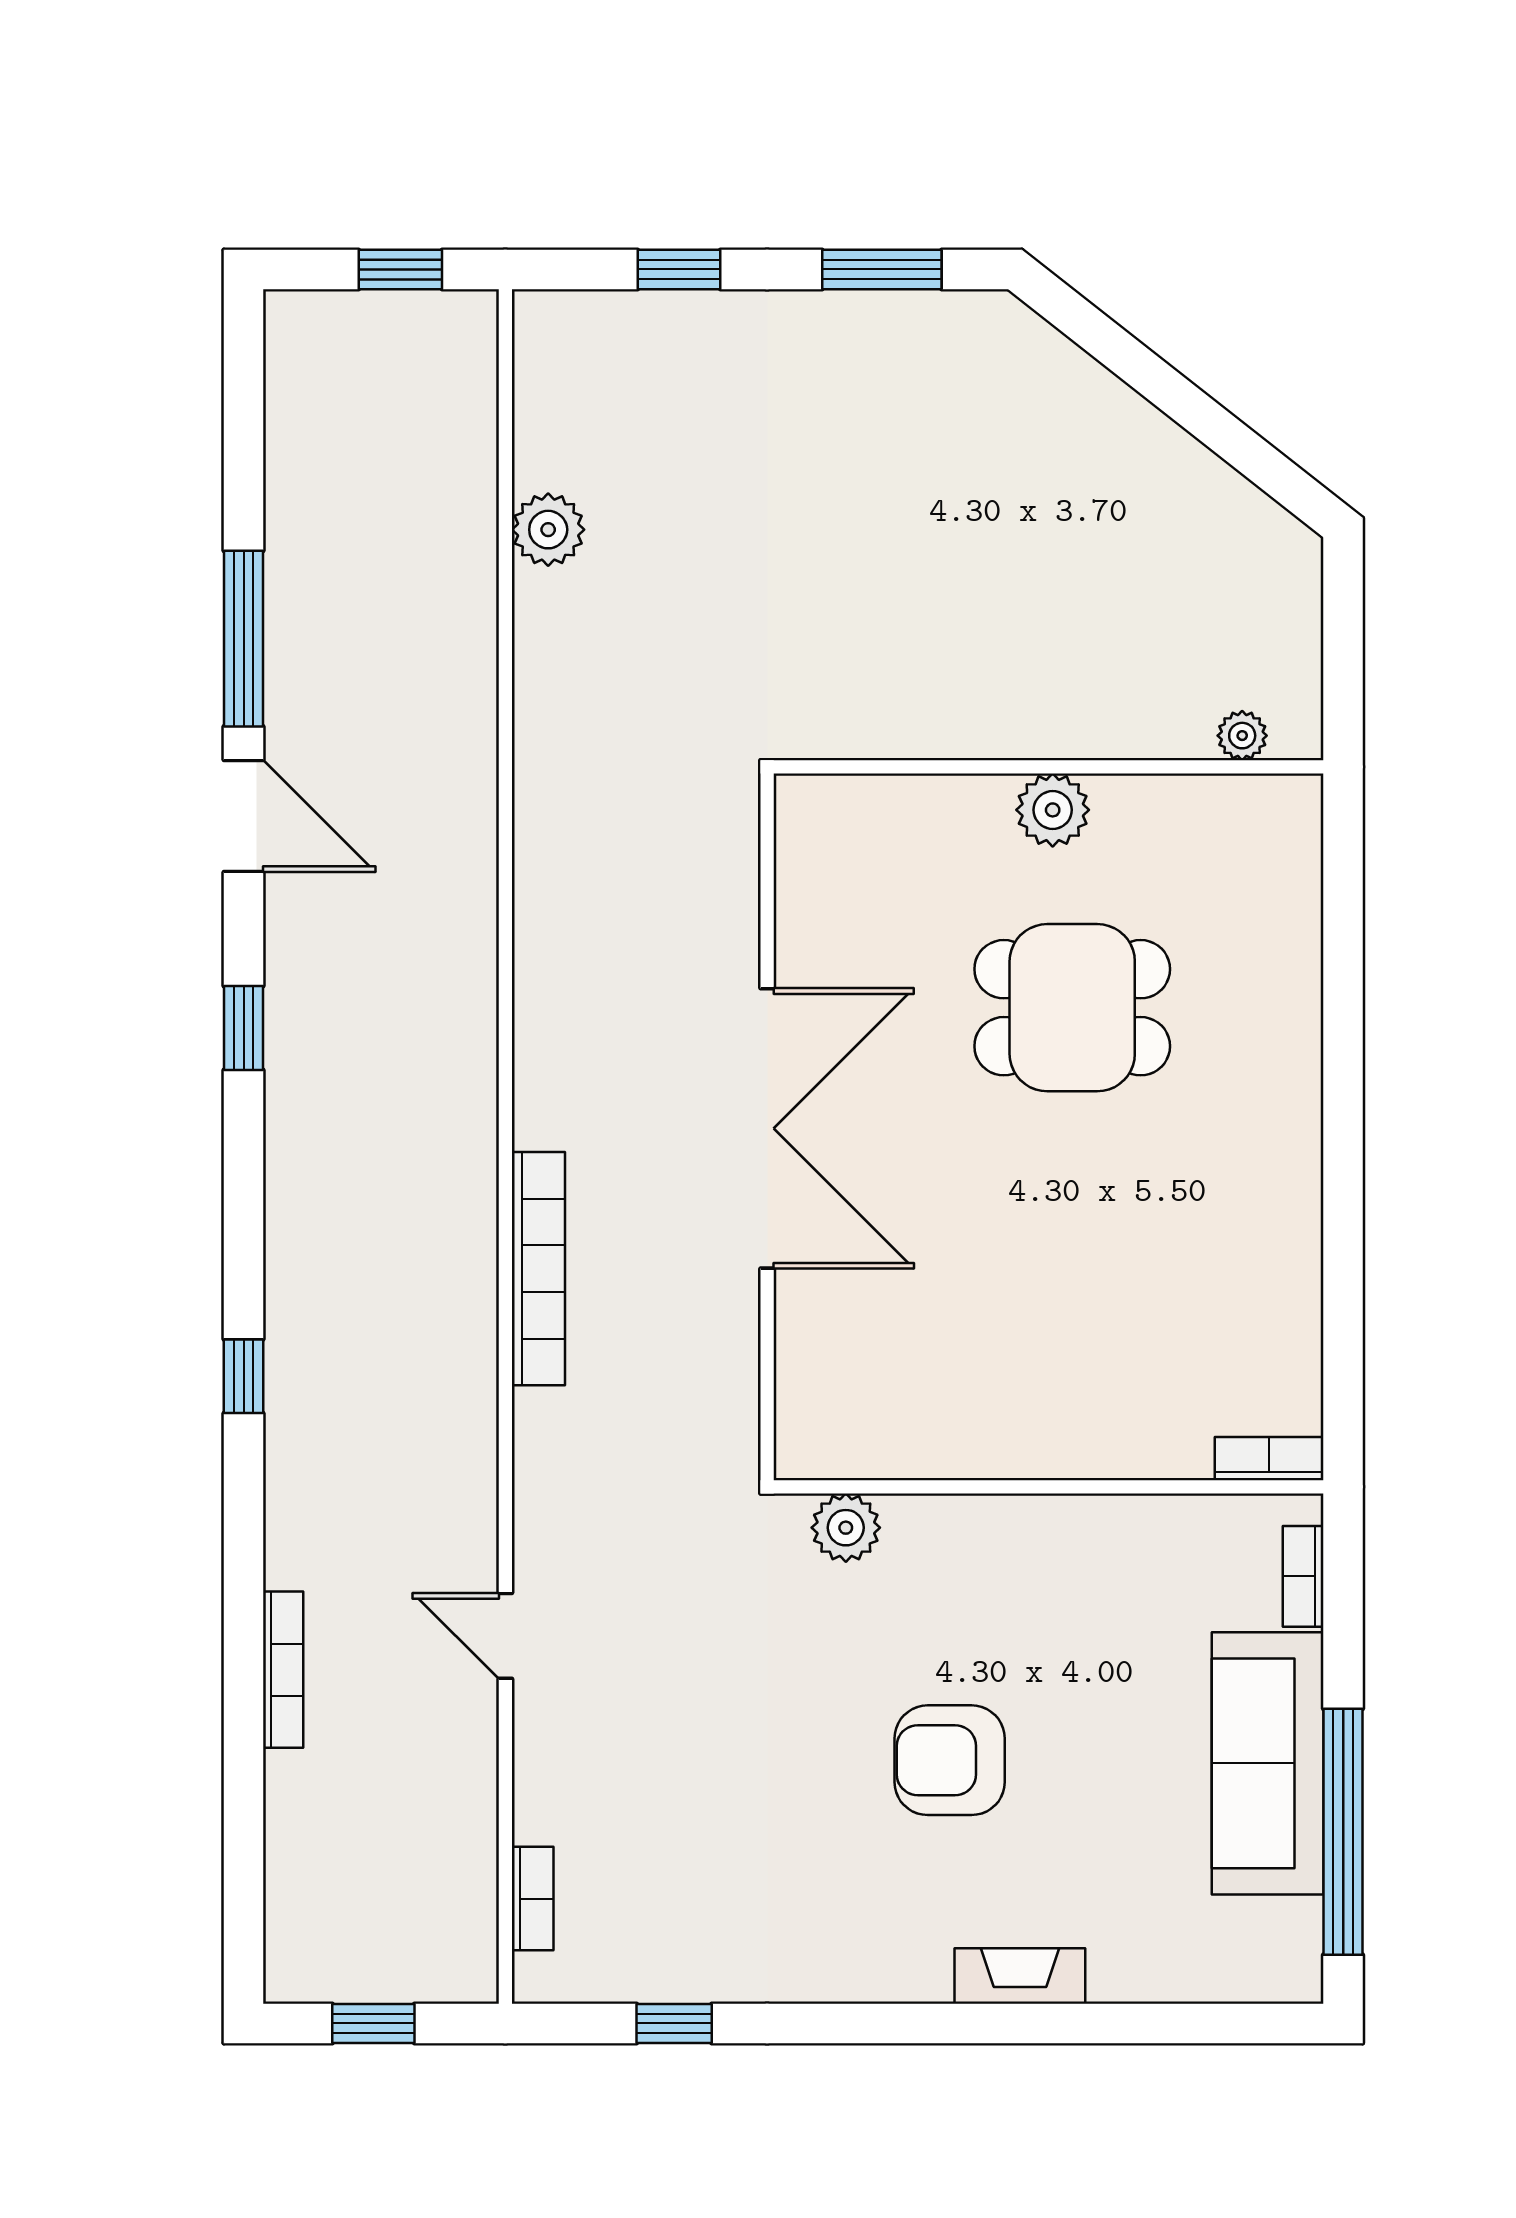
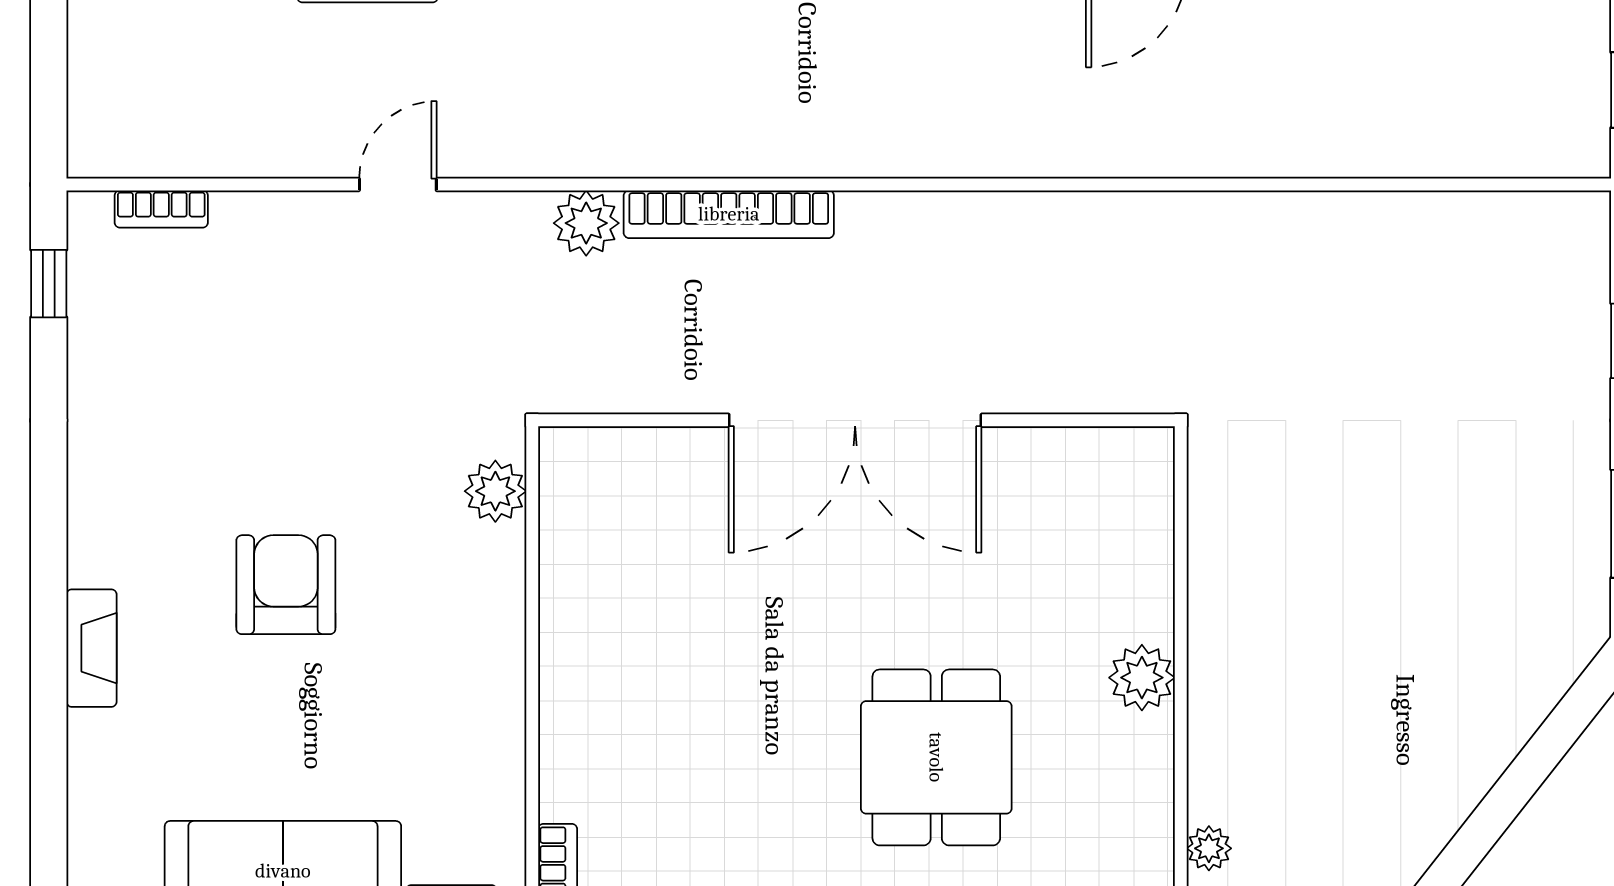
plant: (548, 530) -> (586, 223), moved
dining table: (1072, 1008) -> (936, 757), moved
window: (373, 2023) -> (49, 66), removed
window: (674, 2023) -> (49, 284), moved

